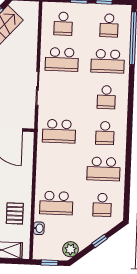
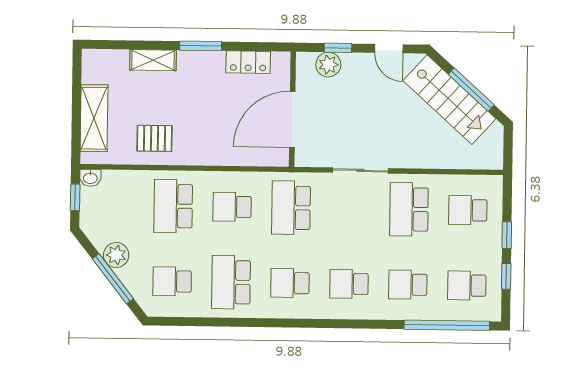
school desk: (108, 61) -> (408, 285), width x0.54
school desk: (58, 167) -> (232, 207), added
washbasin: (39, 228) -> (90, 178), moved
window: (100, 241) -> (113, 279), width x2.17
plant: (70, 249) -> (116, 255), moved

